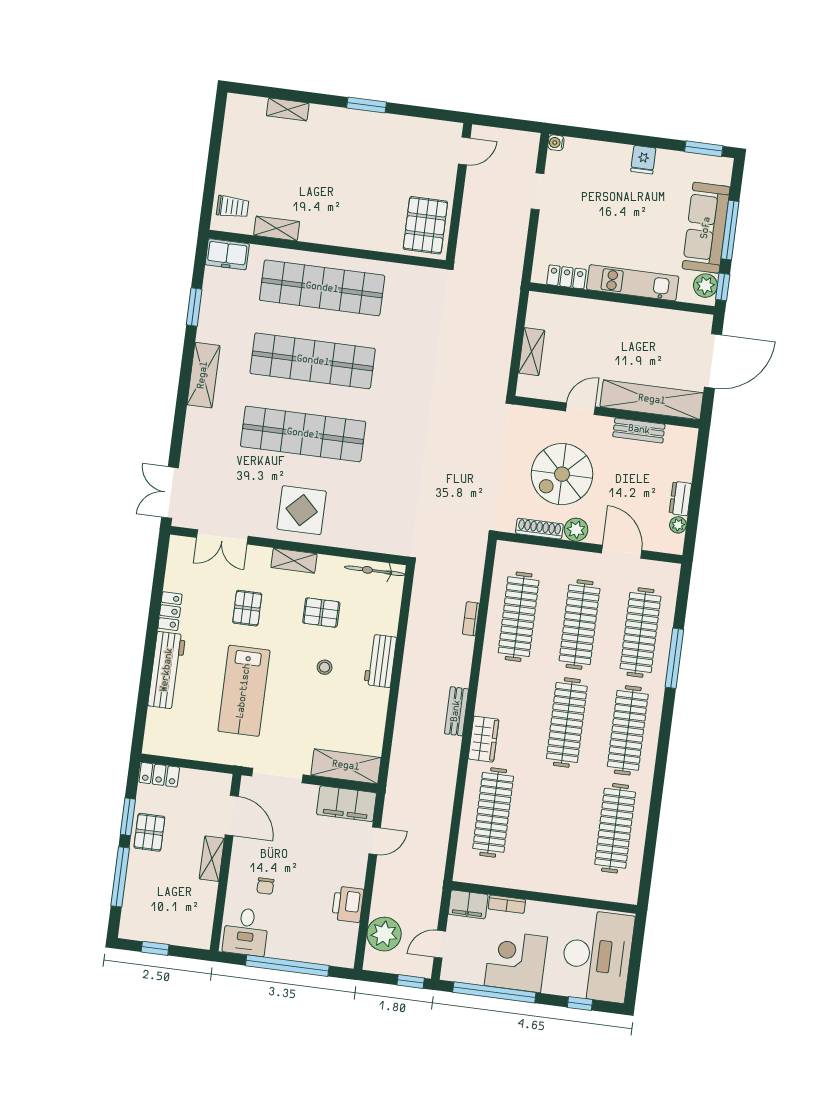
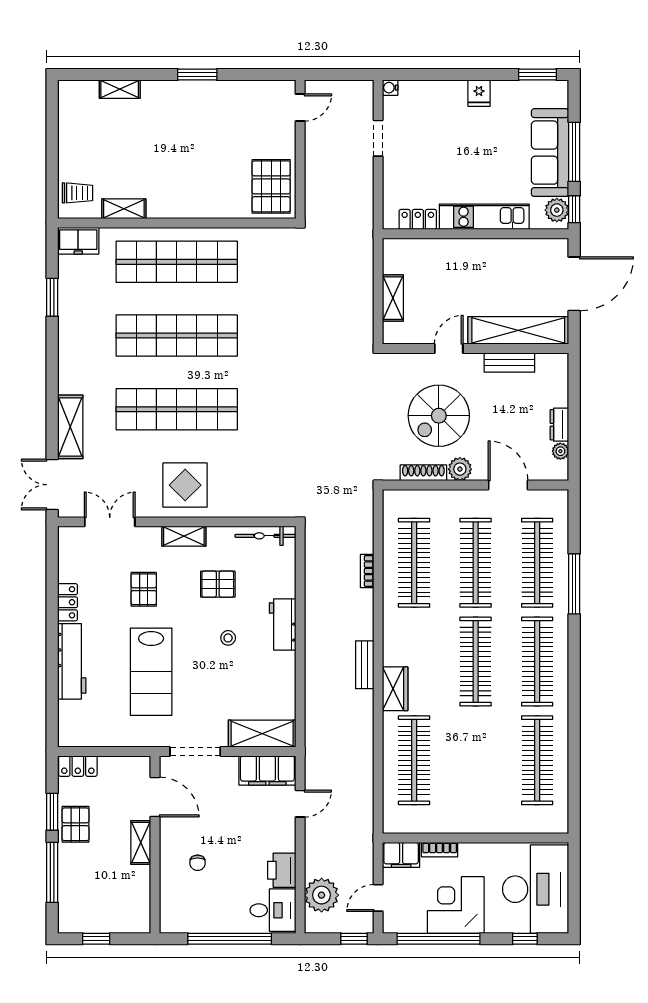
shelving: (203, 375) -> (70, 427), moved
double door: (222, 537) -> (110, 522), swing flipped
desk: (246, 932) -> (273, 910), moved, turned -90

